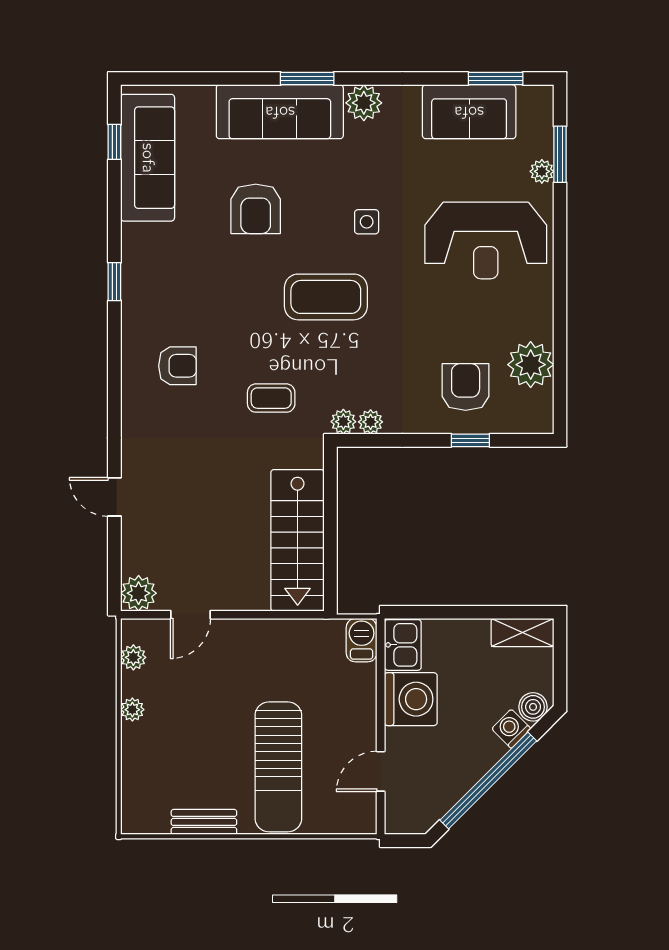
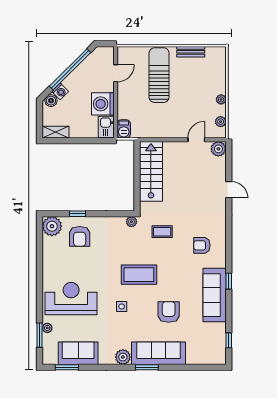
sofa: (148, 158) -> (215, 295), moved
plant: (531, 365) -> (52, 226), moved
plant: (371, 422) -> (120, 222), removed

